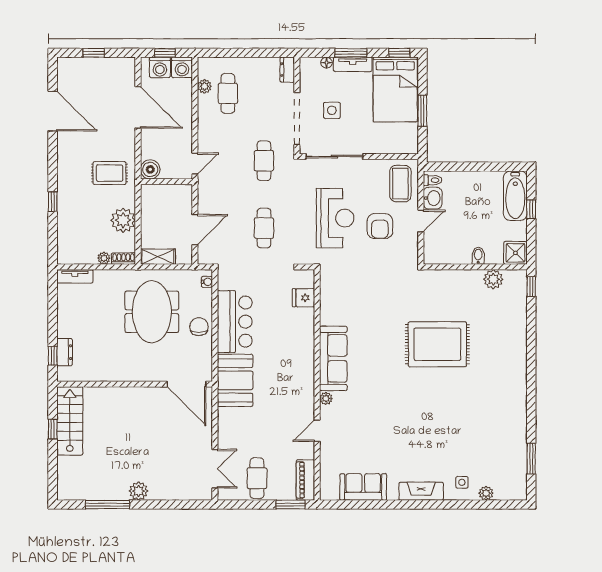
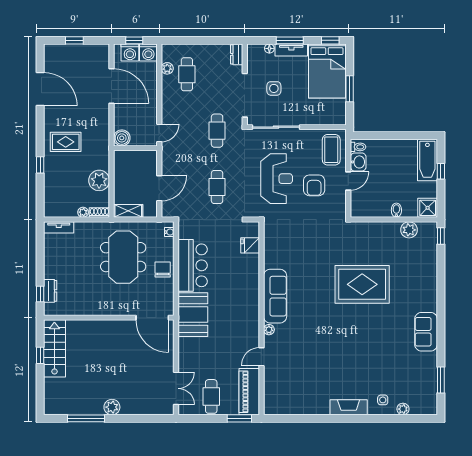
rug: (109, 173) -> (66, 142), moved
piano: (305, 480) -> (249, 392), width x1.37, depth x1.33
sofa: (363, 487) -> (426, 332), moved, turned -90

